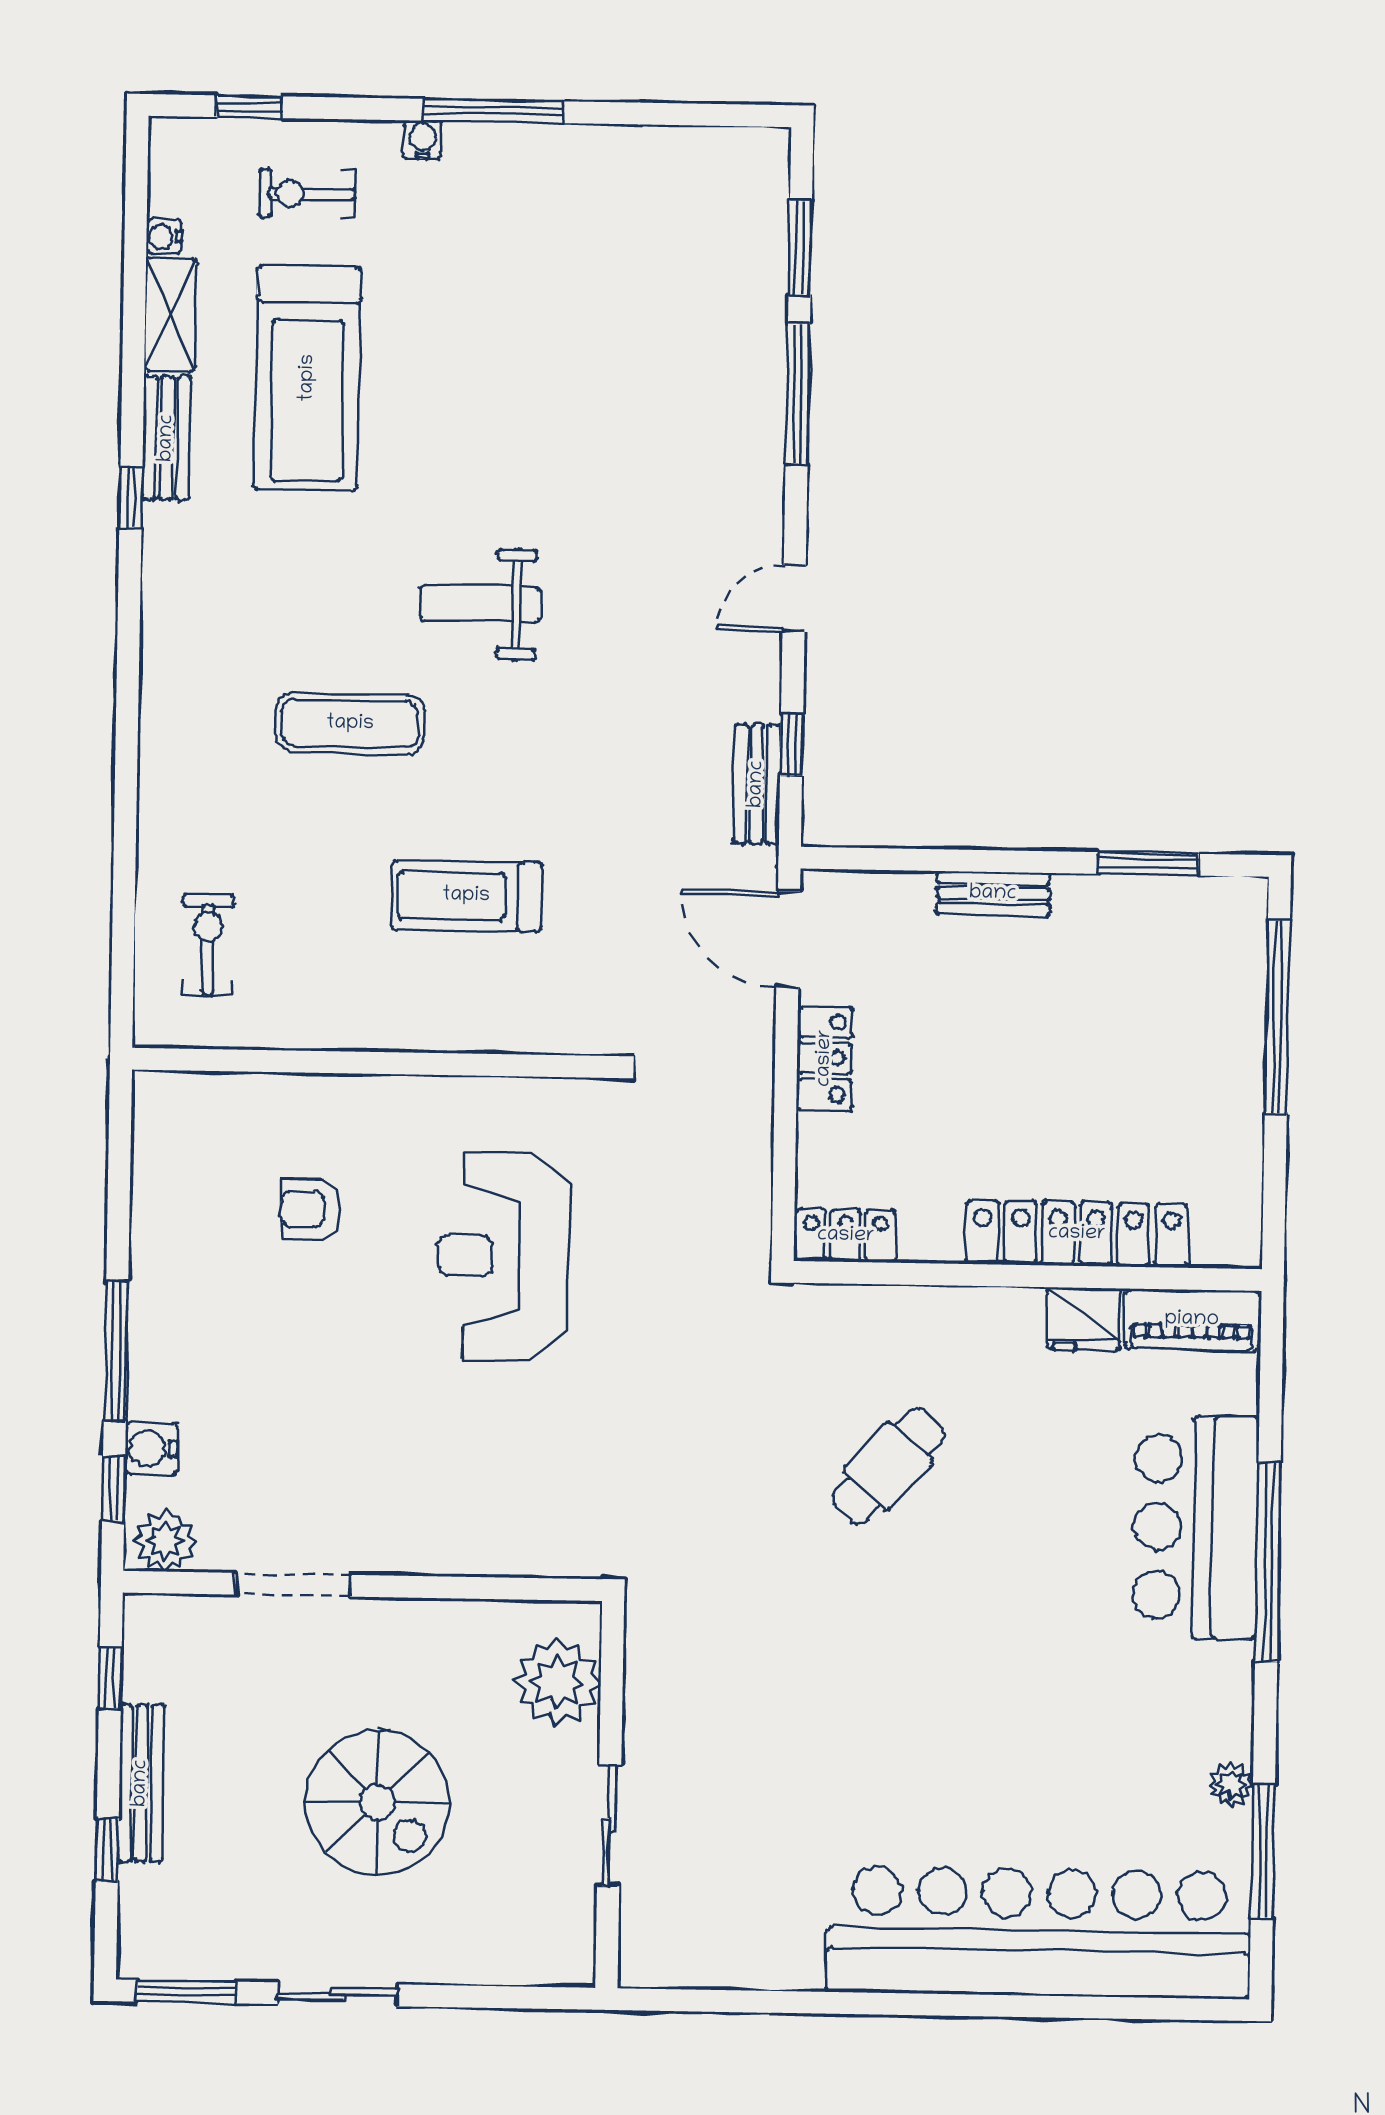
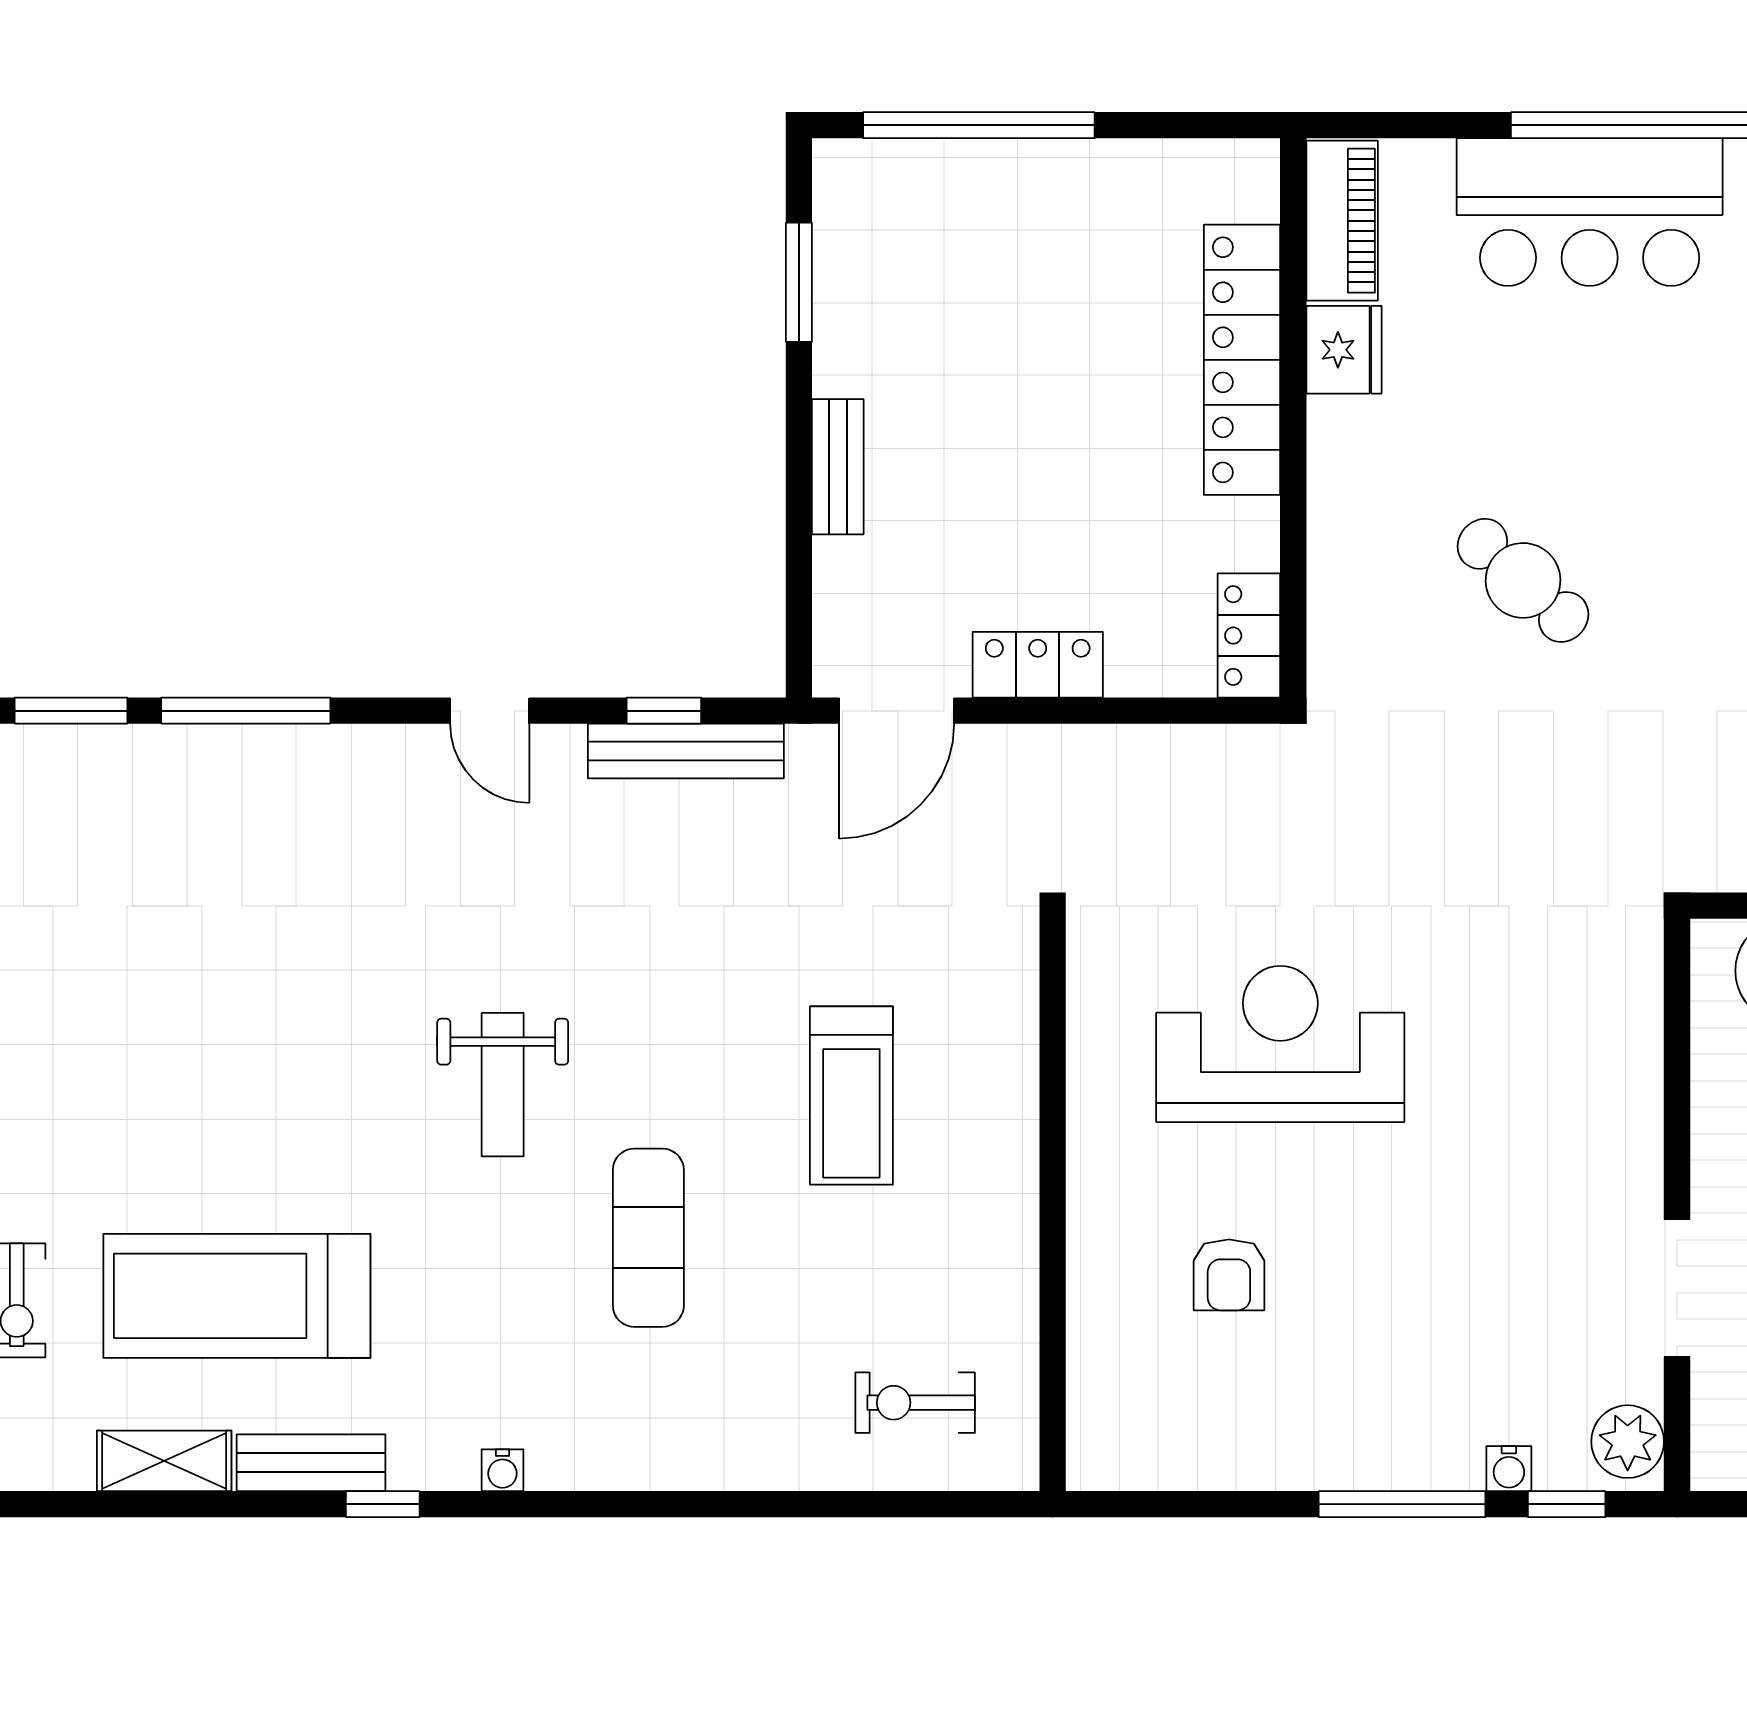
water cooler: (164, 236) -> (502, 1470), moved
treadmill: (308, 378) -> (237, 1296), turned 180
bench: (757, 784) -> (686, 751), width x1.36
reception desk: (503, 1256) -> (1280, 1044), turned 180
water cooler: (151, 1449) -> (1509, 1469), width x0.72, depth x0.72

